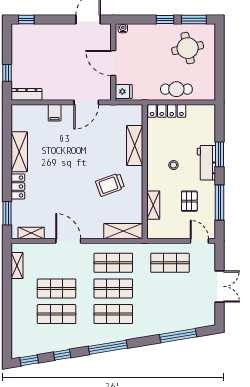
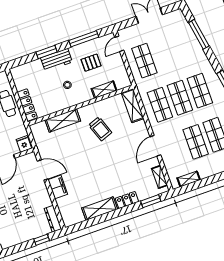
filing cabinet: (55, 113) -> (58, 187), width x2.00

